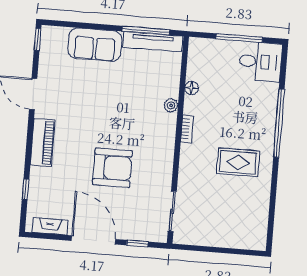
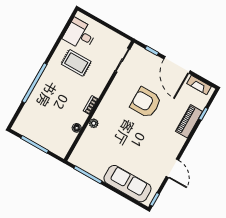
tv unit: (153, 42) -> (87, 166), removed
sofa: (95, 45) -> (127, 184), width x1.36
desk: (260, 62) -> (80, 34), moved
piano: (43, 142) -> (189, 121), moved
rug: (238, 162) -> (76, 63), moved

